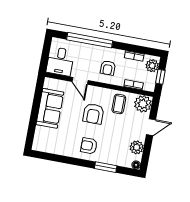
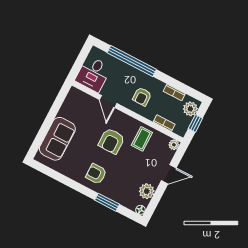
plant: (143, 104) -> (174, 145), width x0.53, depth x0.53
sofa: (50, 108) -> (57, 139), moved

